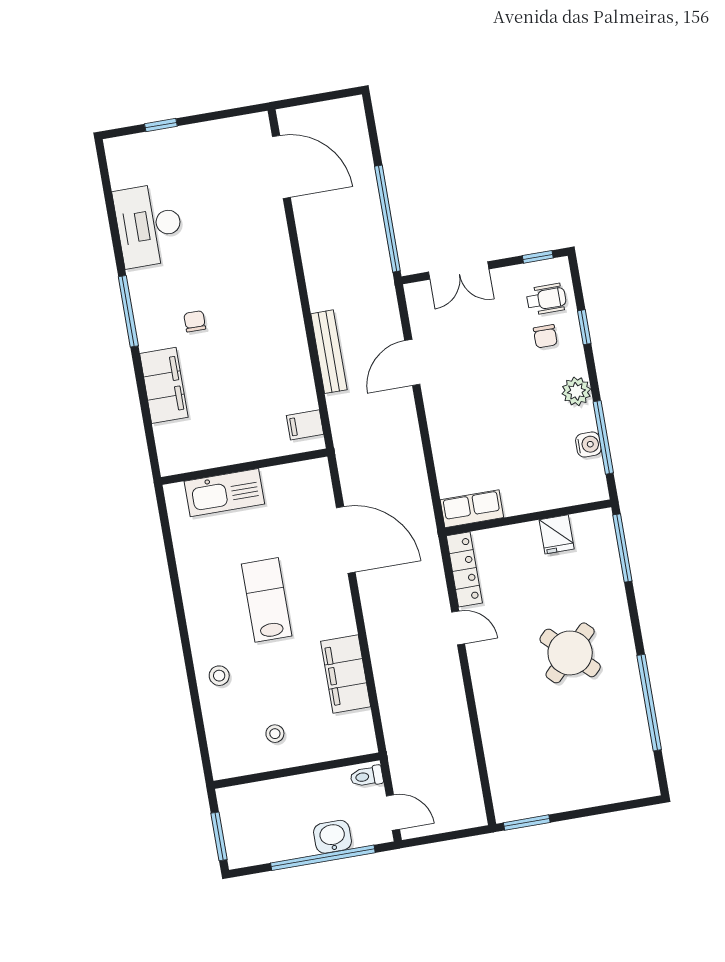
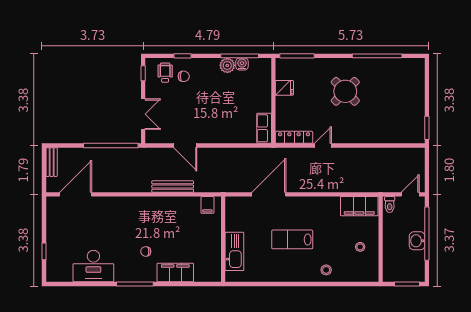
bench: (336, 110) -> (52, 162), added
plant: (576, 391) -> (227, 65), moved
filing cabinet: (346, 674) -> (359, 206), moved
washbasin: (332, 837) -> (417, 241), moved

